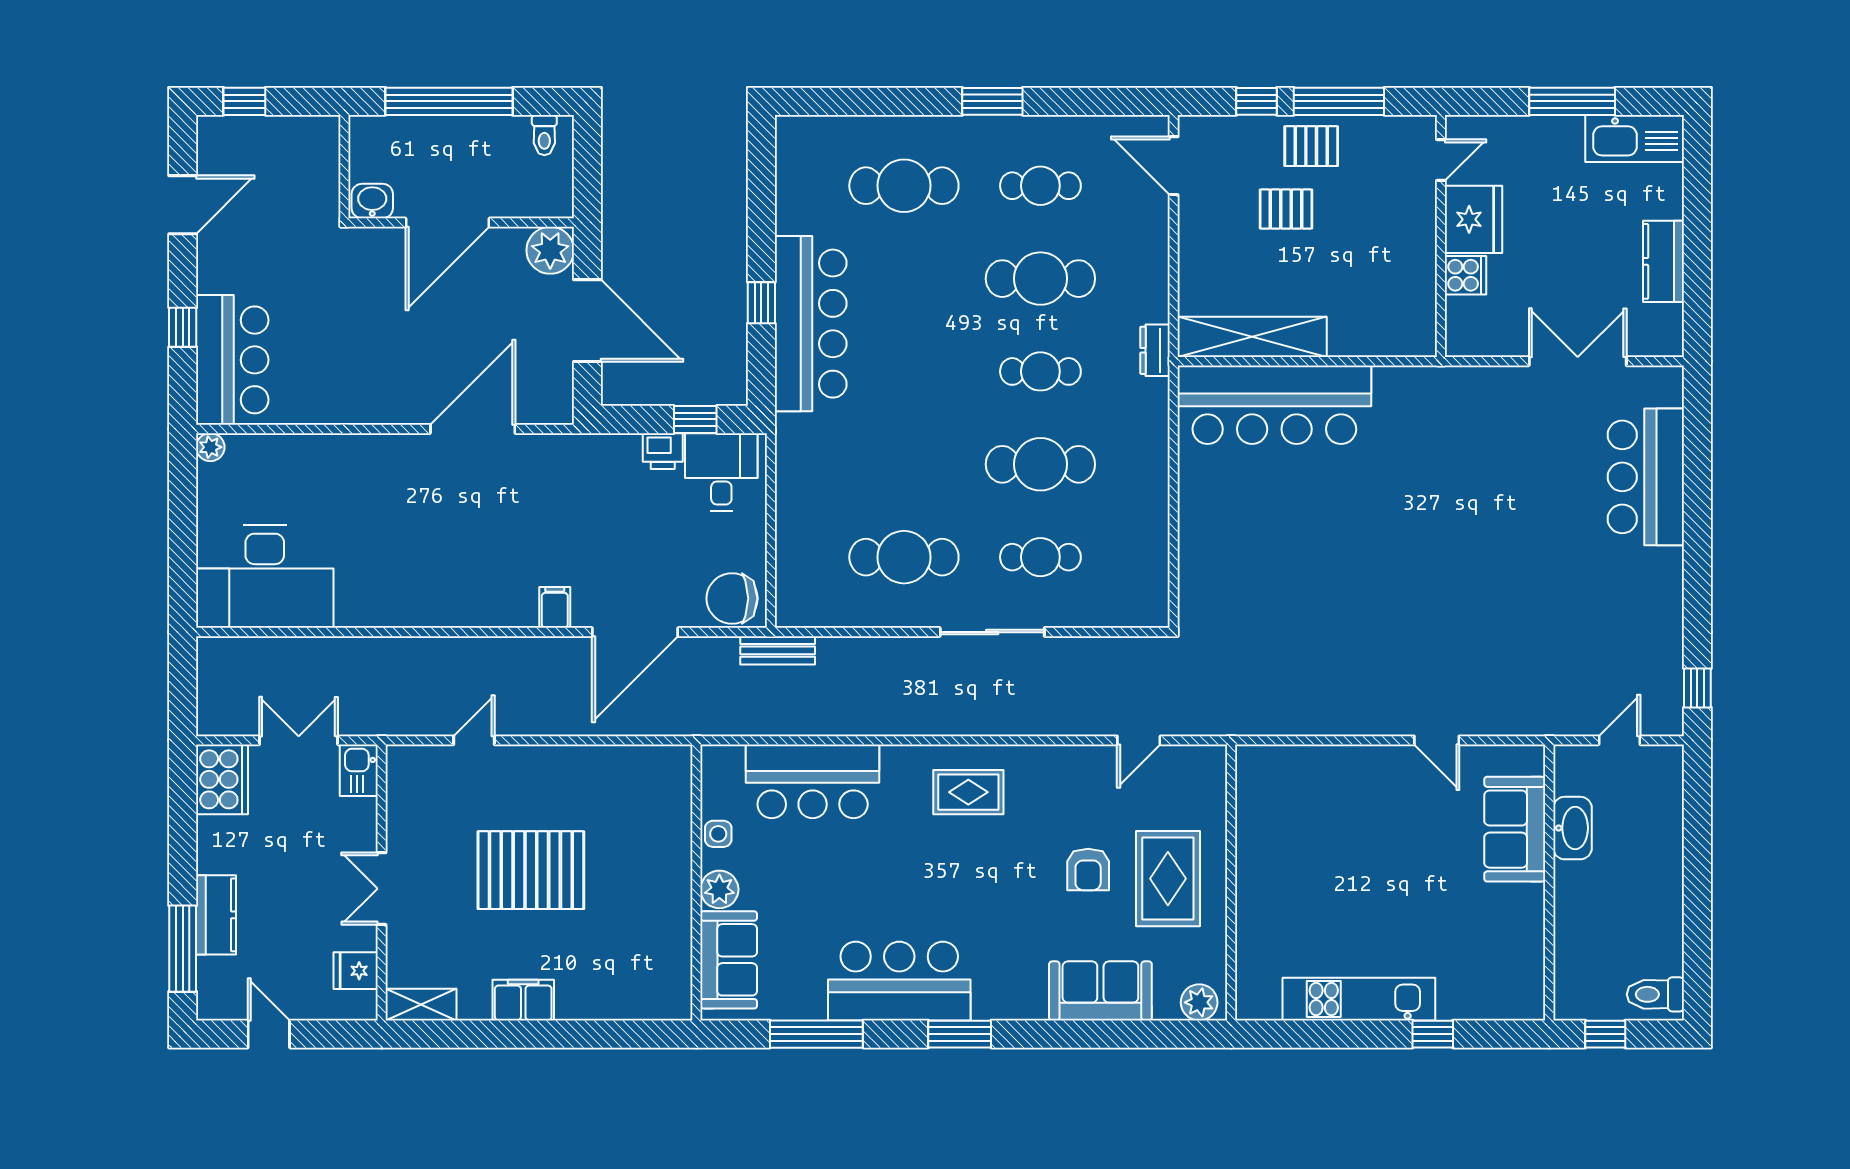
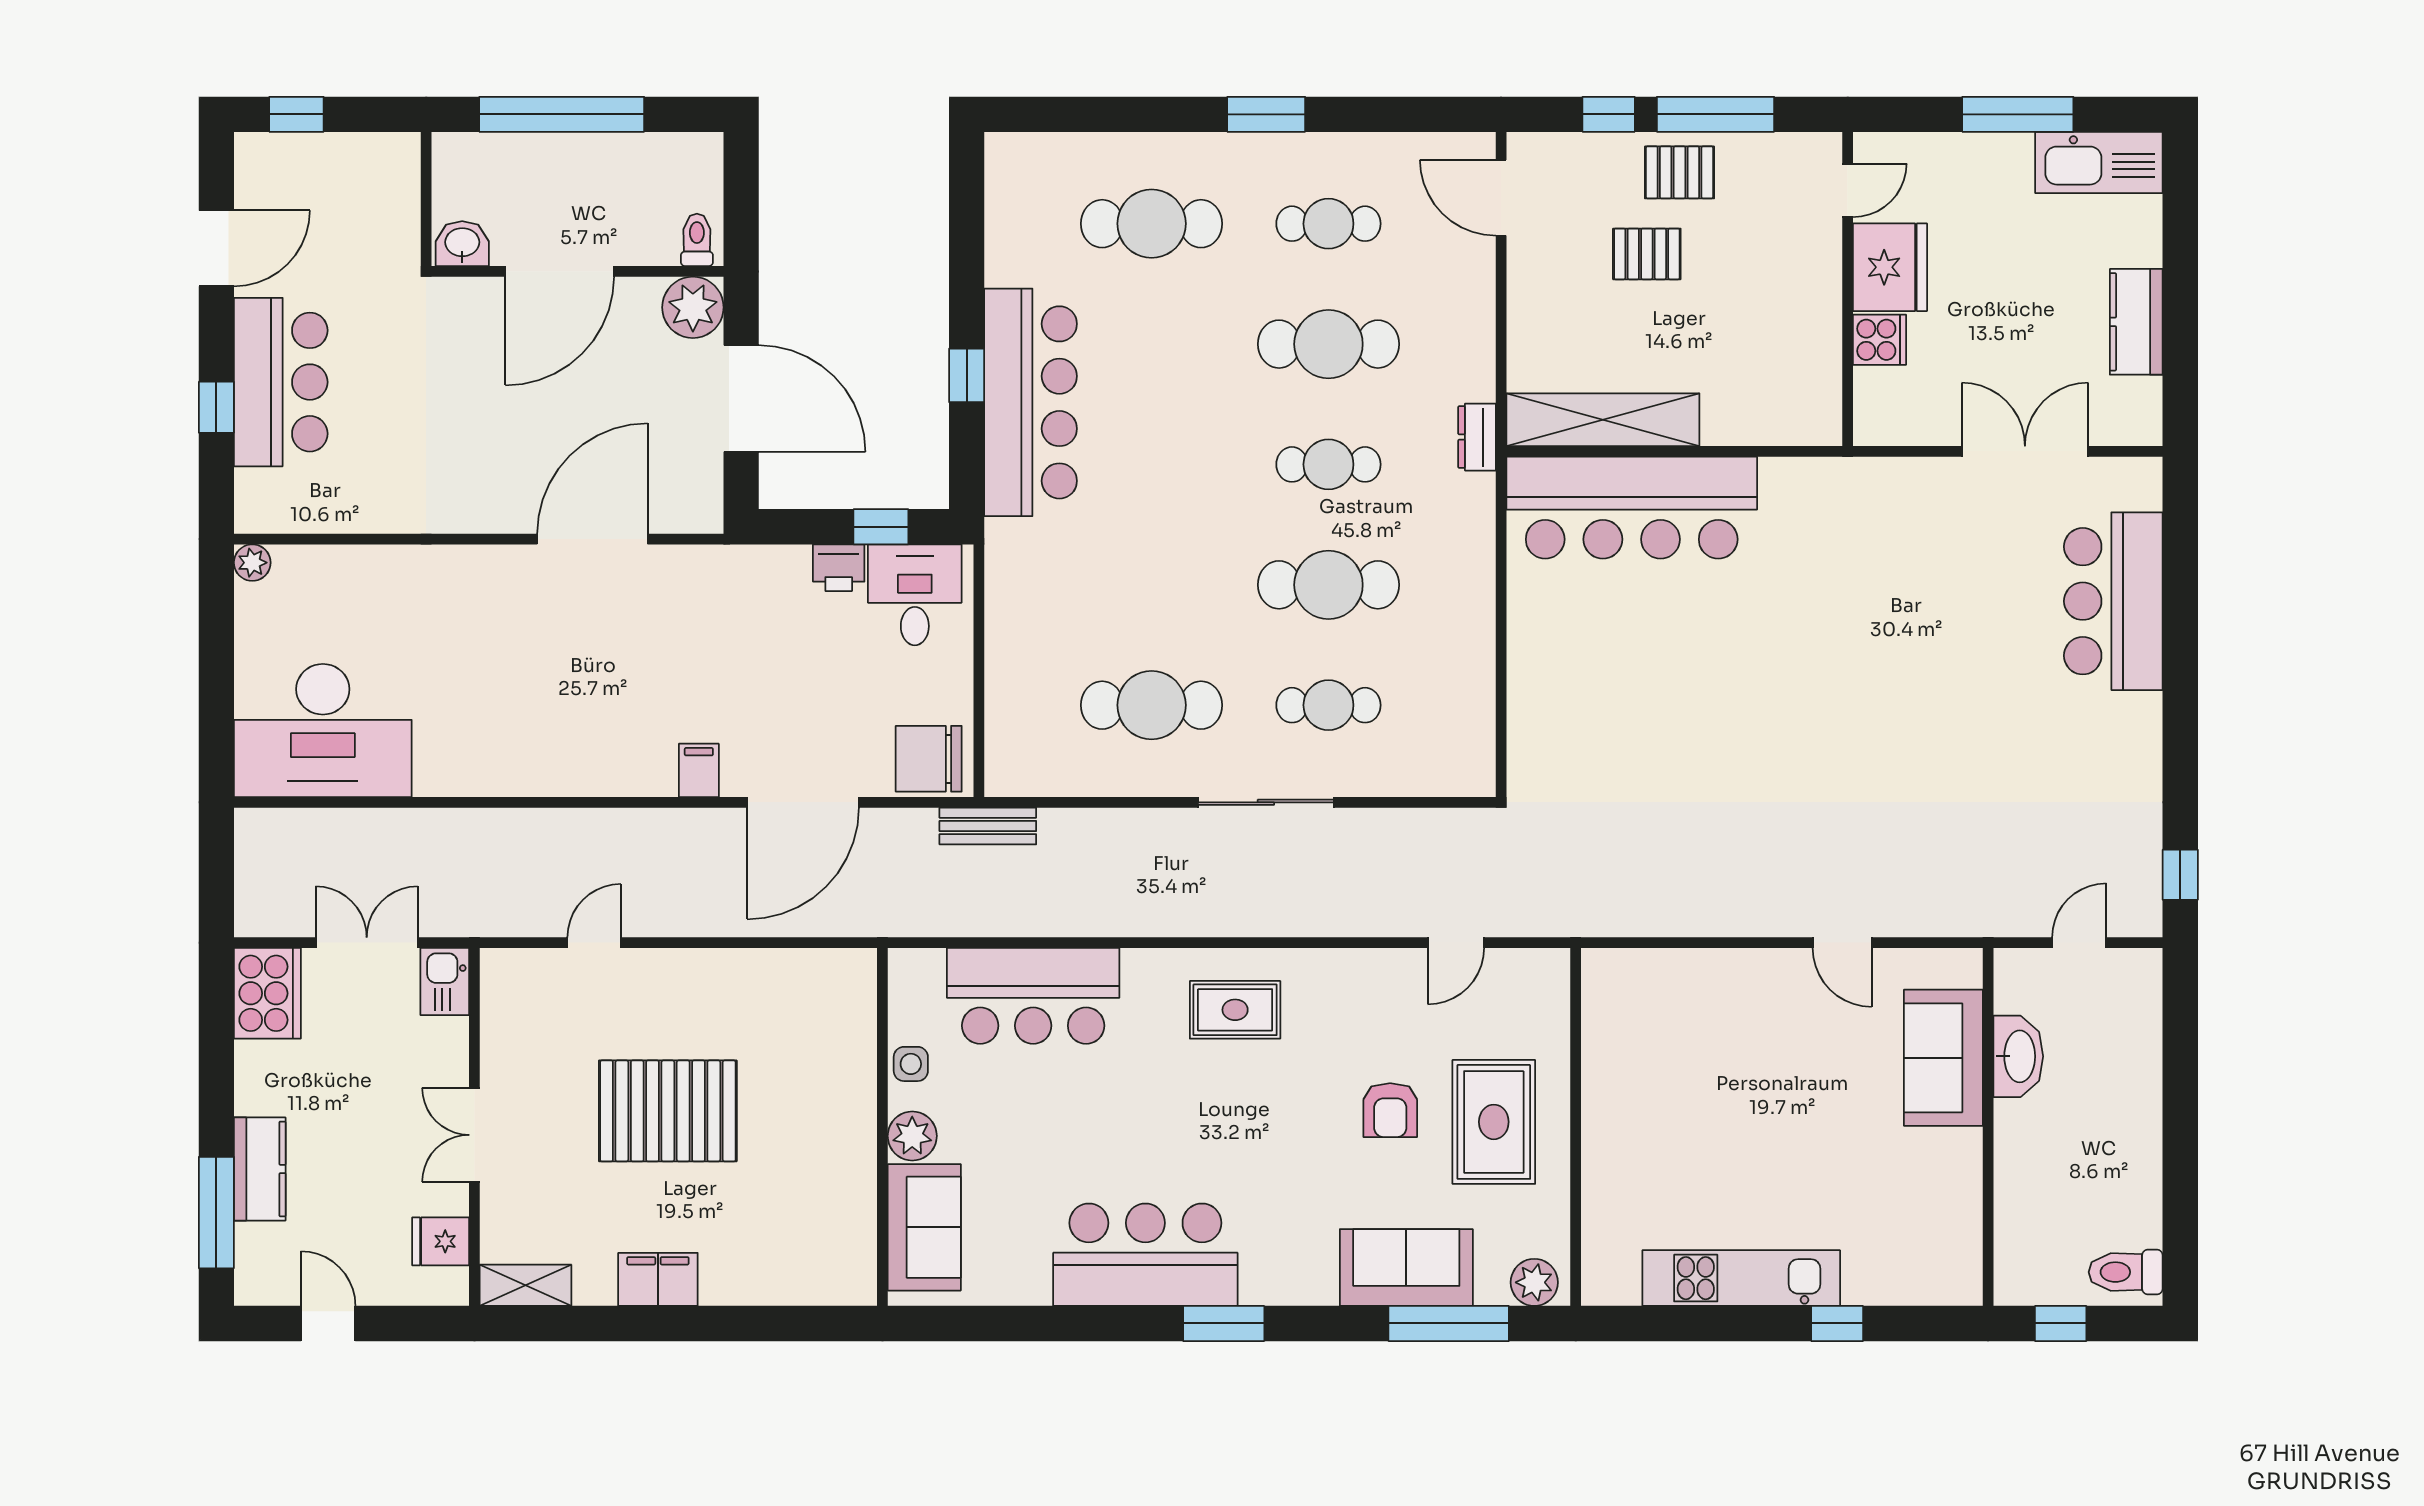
toilet: (544, 135) -> (697, 240), moved, turned 180
bar counter: (232, 360) -> (281, 382), moved
window: (816, 1034) -> (1449, 1323), moved

